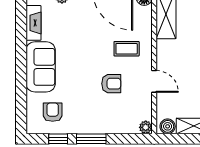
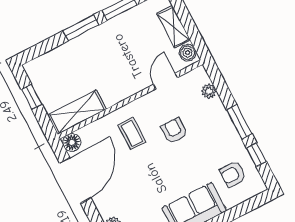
door: (154, 81) -> (165, 81), moved
plant: (146, 127) -> (209, 91), moved

